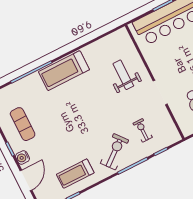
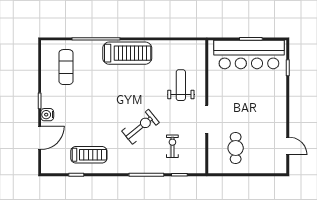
treadmill: (64, 71) -> (127, 53), turned 180
exercise mat: (23, 124) -> (66, 67), moved
exercise bike: (115, 152) -> (141, 127), moved
treadmill: (75, 174) -> (89, 155), turned 180

